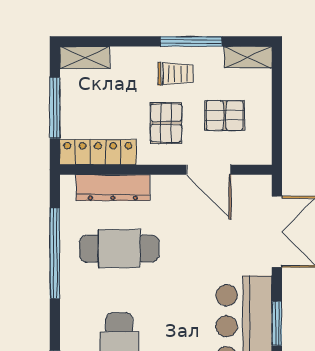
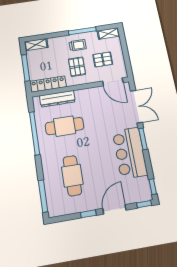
door: (209, 170) -> (113, 82), moved
window: (277, 323) -> (143, 139), moved

